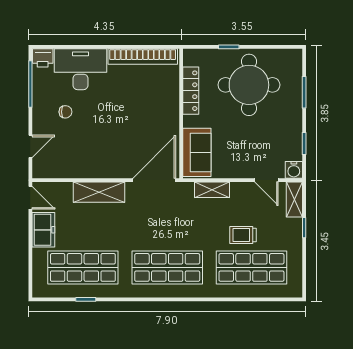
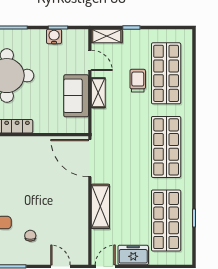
sofa: (197, 152) -> (76, 96), moved, turned -90
water cooler: (294, 170) -> (54, 36), moved, turned -90
door: (266, 180) -> (90, 60), hinge flipped
shelving: (212, 190) -> (98, 93), moved
trolley: (243, 235) -> (138, 81), turned 180

